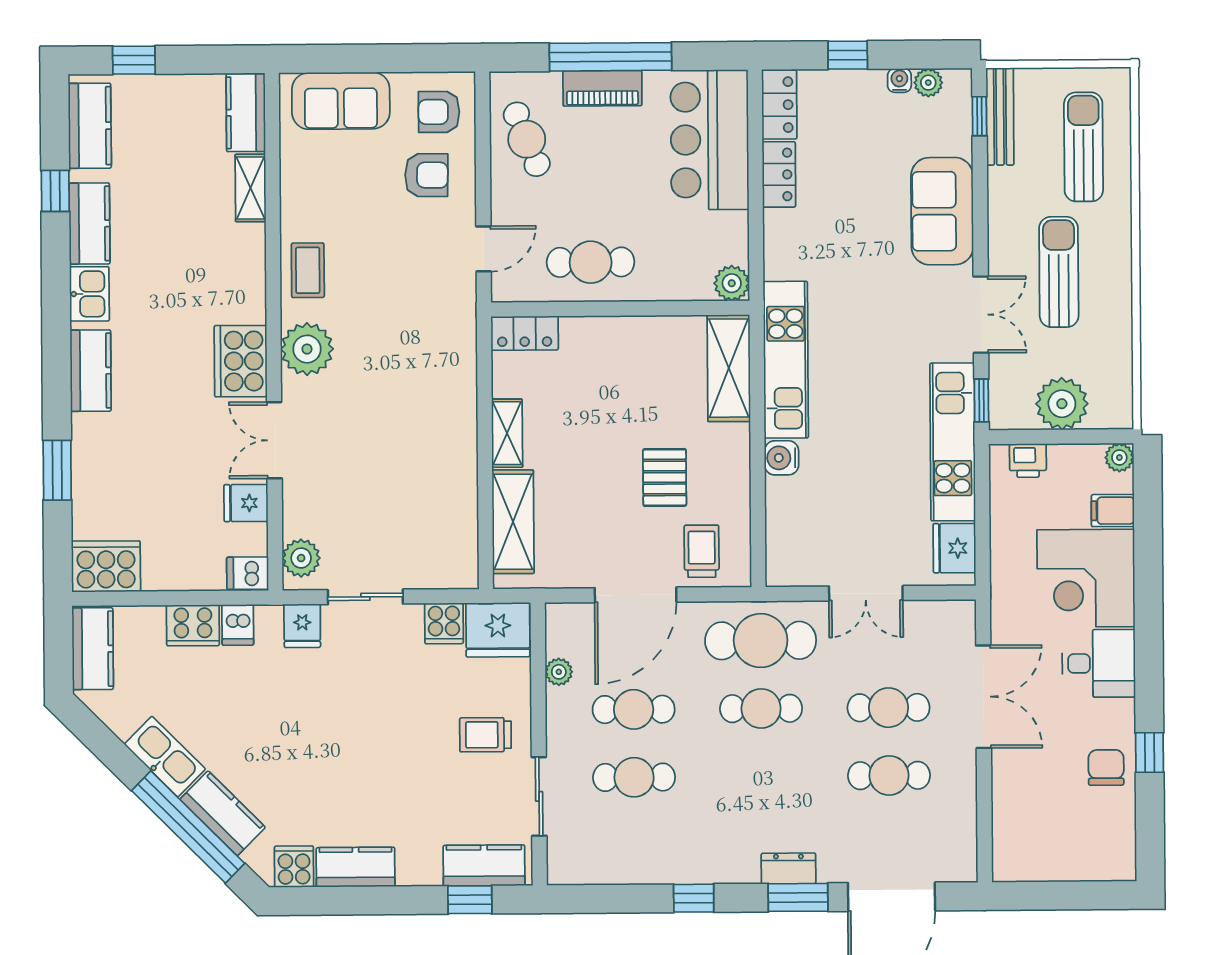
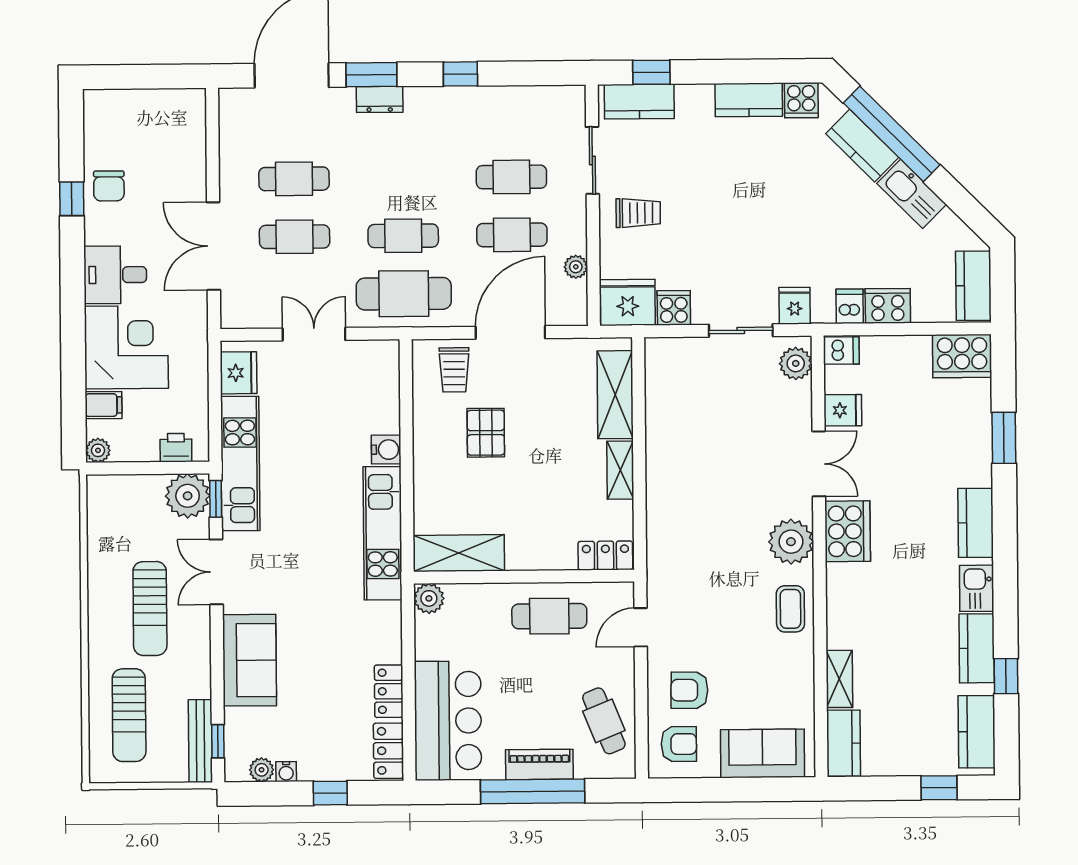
shelving: (729, 368) -> (459, 553), moved, turned 90
plant: (1062, 404) -> (188, 496), moved

